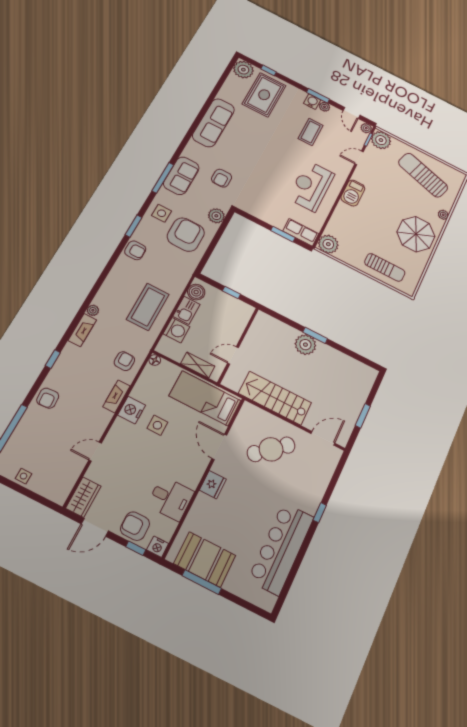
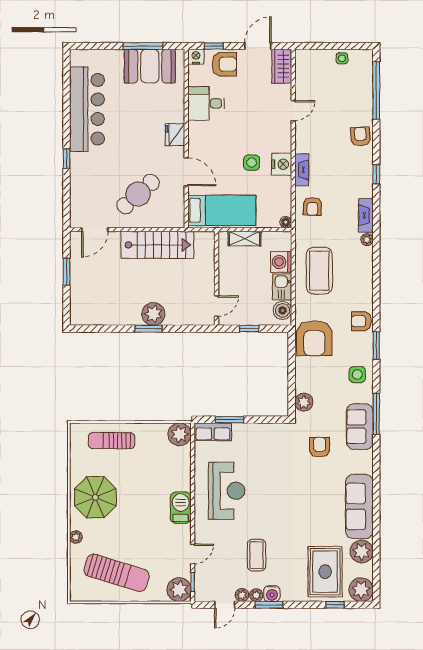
plant: (229, 93) -> (362, 552), added
door: (351, 113) -> (225, 605), swing flipped
plant: (366, 128) -> (242, 595), moved
armchair: (186, 235) -> (314, 338), moved
door: (233, 355) -> (217, 306), moved

